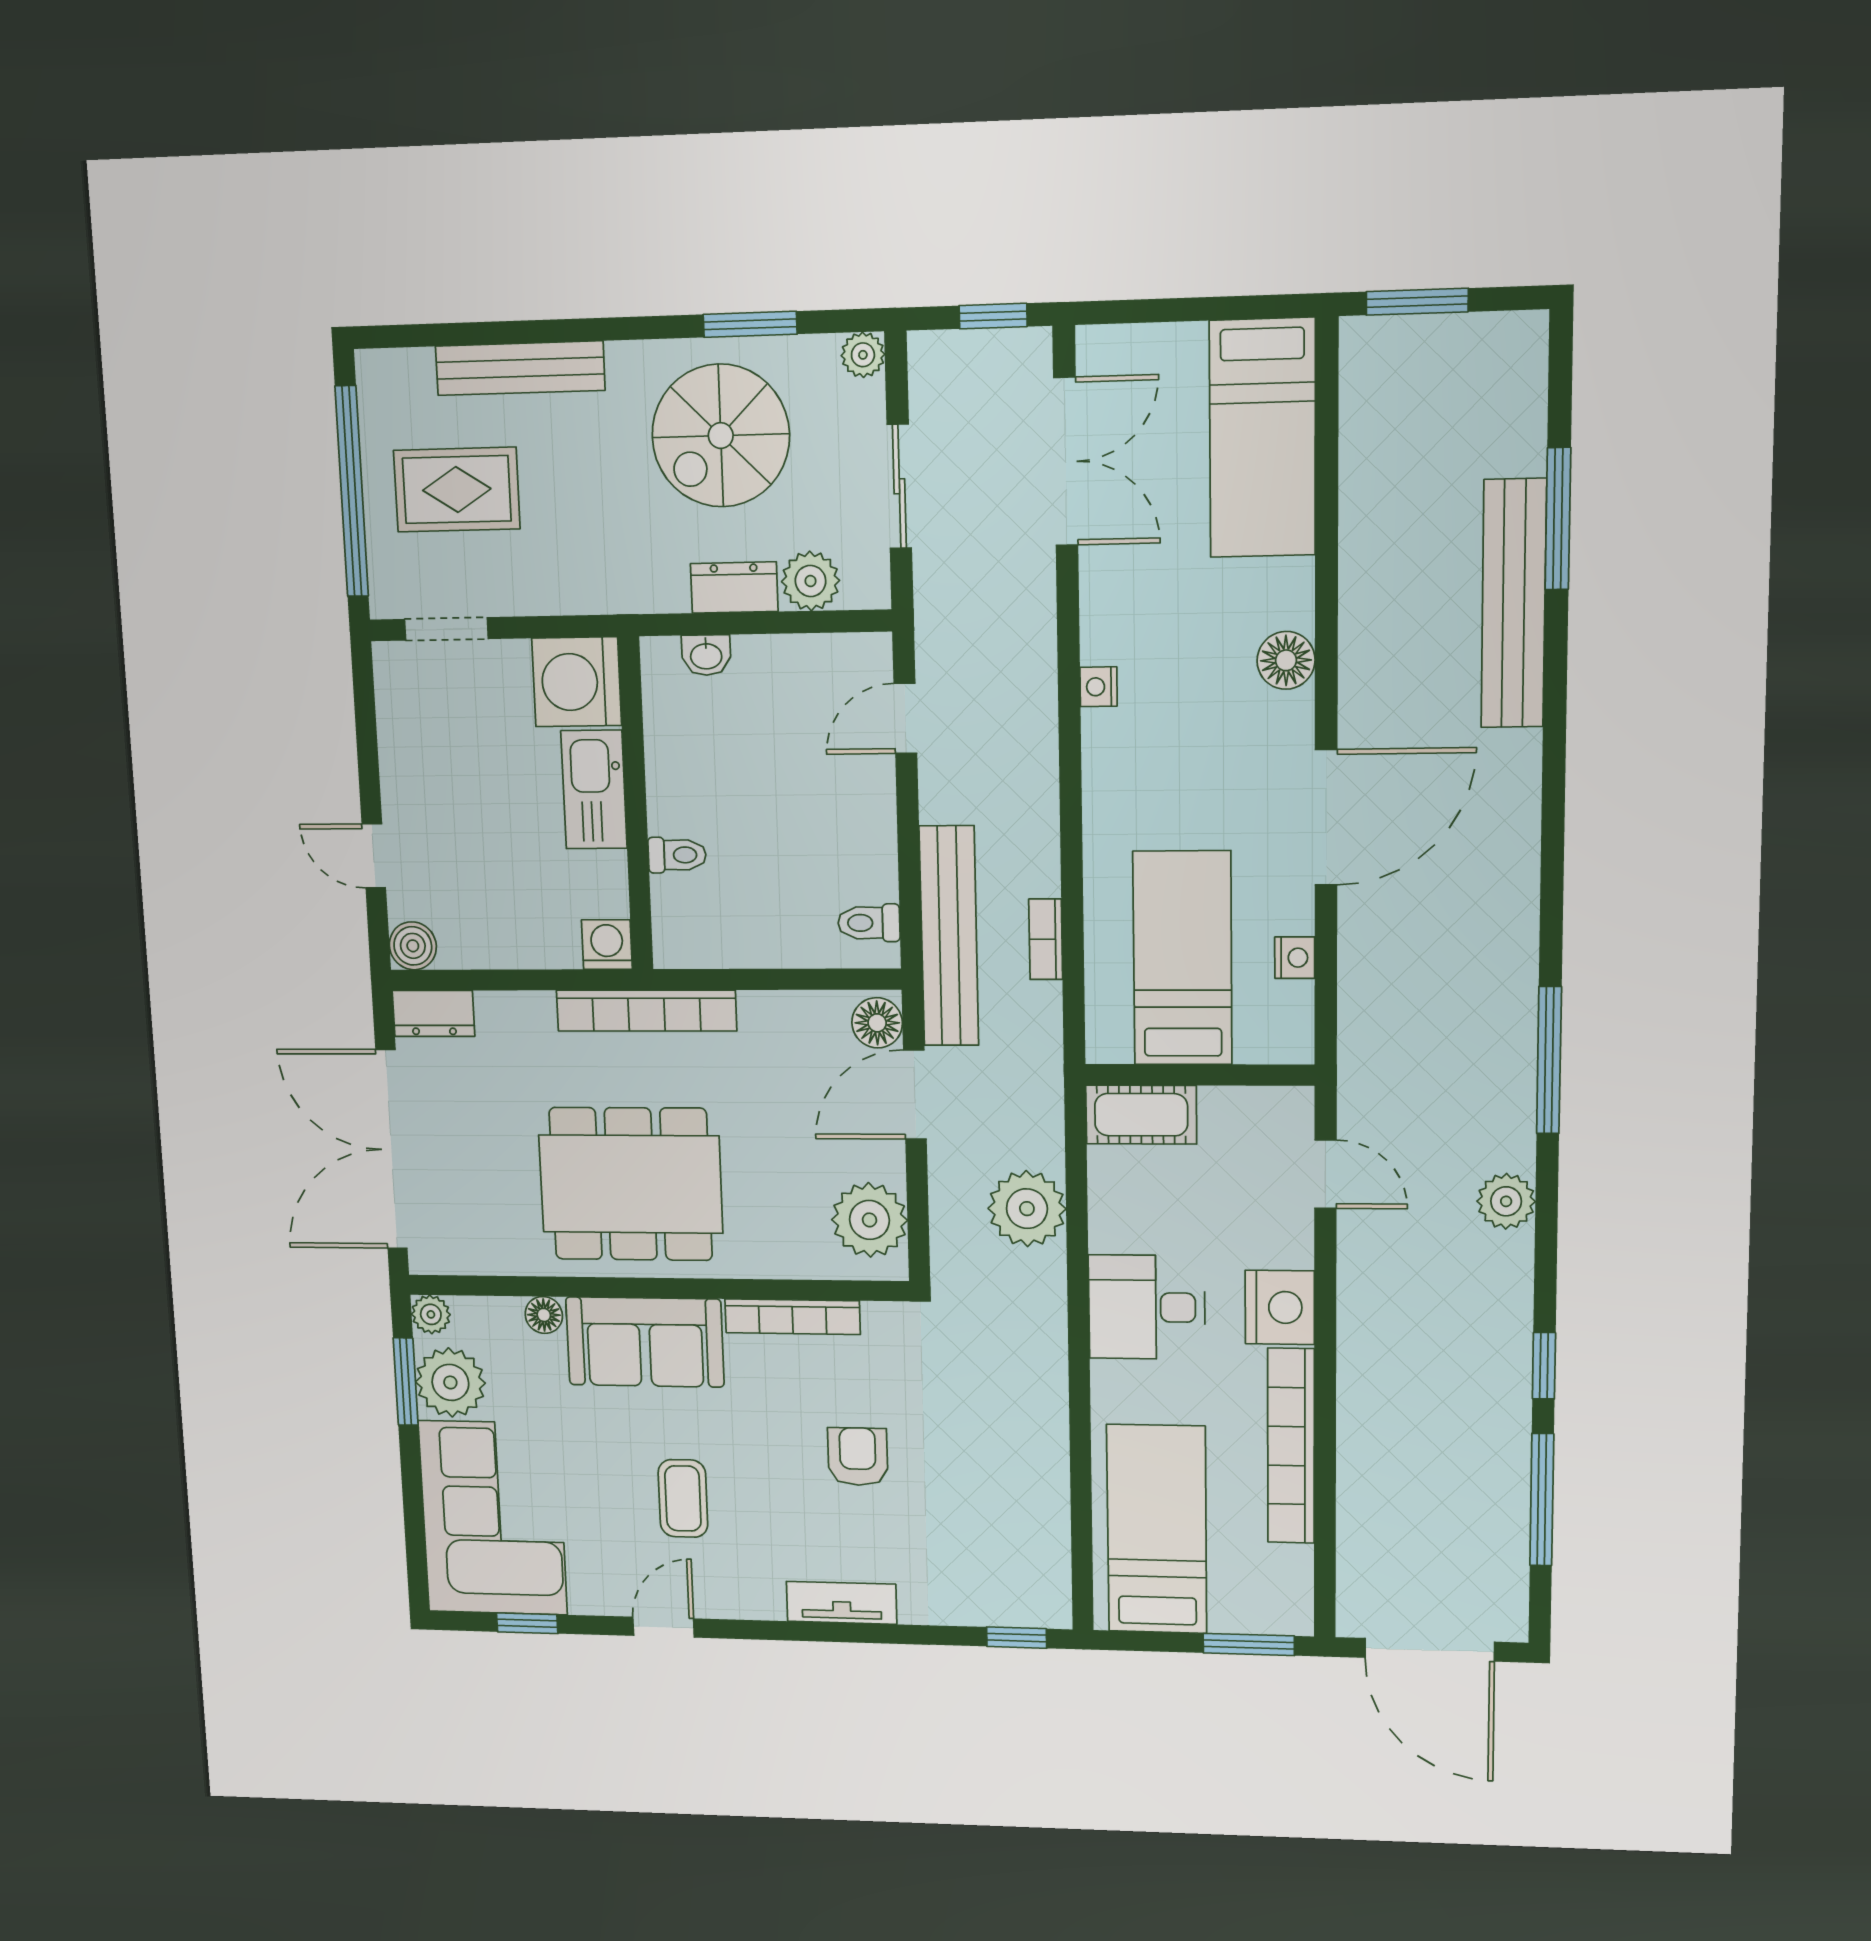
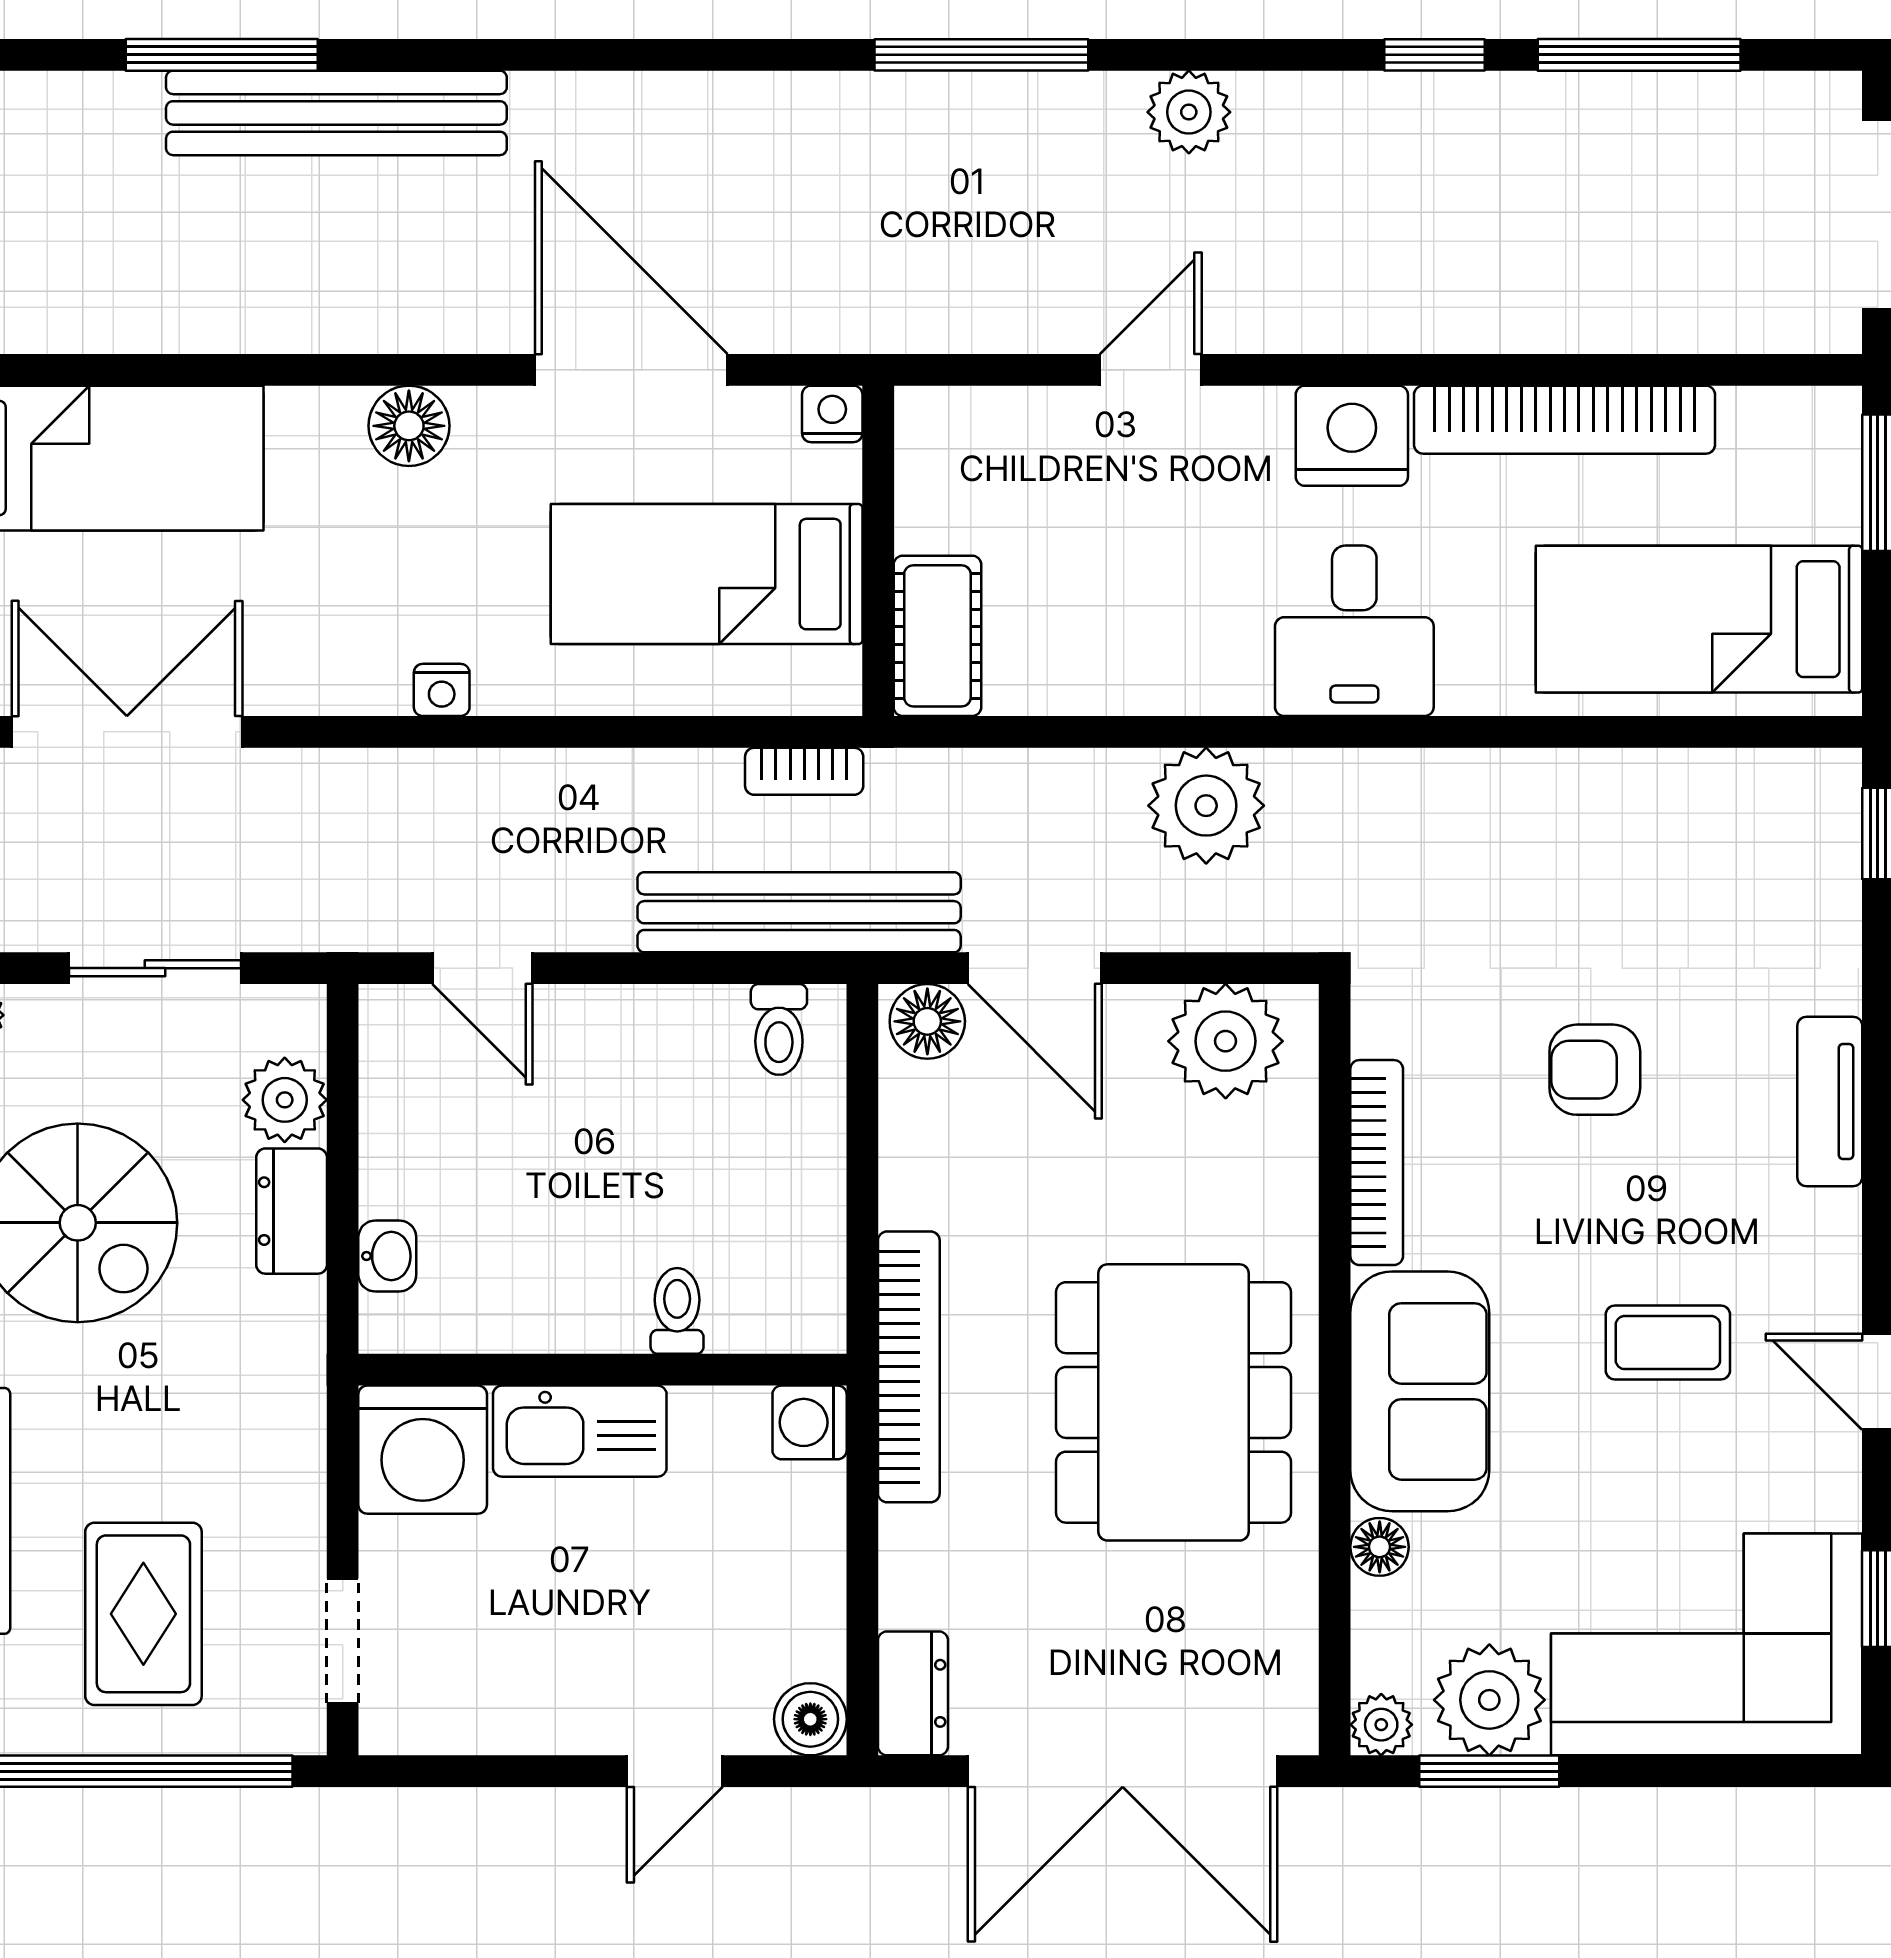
bed: (1183, 958) -> (707, 574), moved
wall: (1199, 1075) -> (878, 551), moved
cot: (1141, 1115) -> (937, 636), moved

